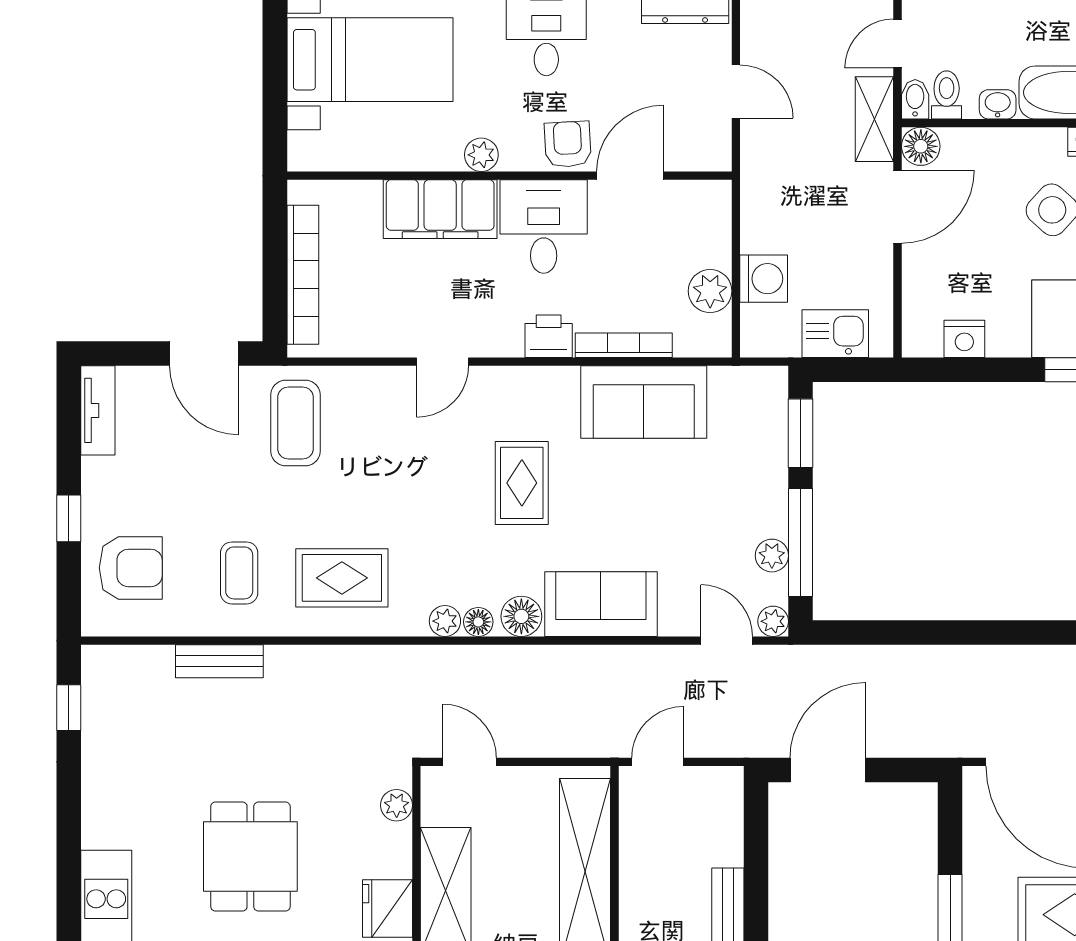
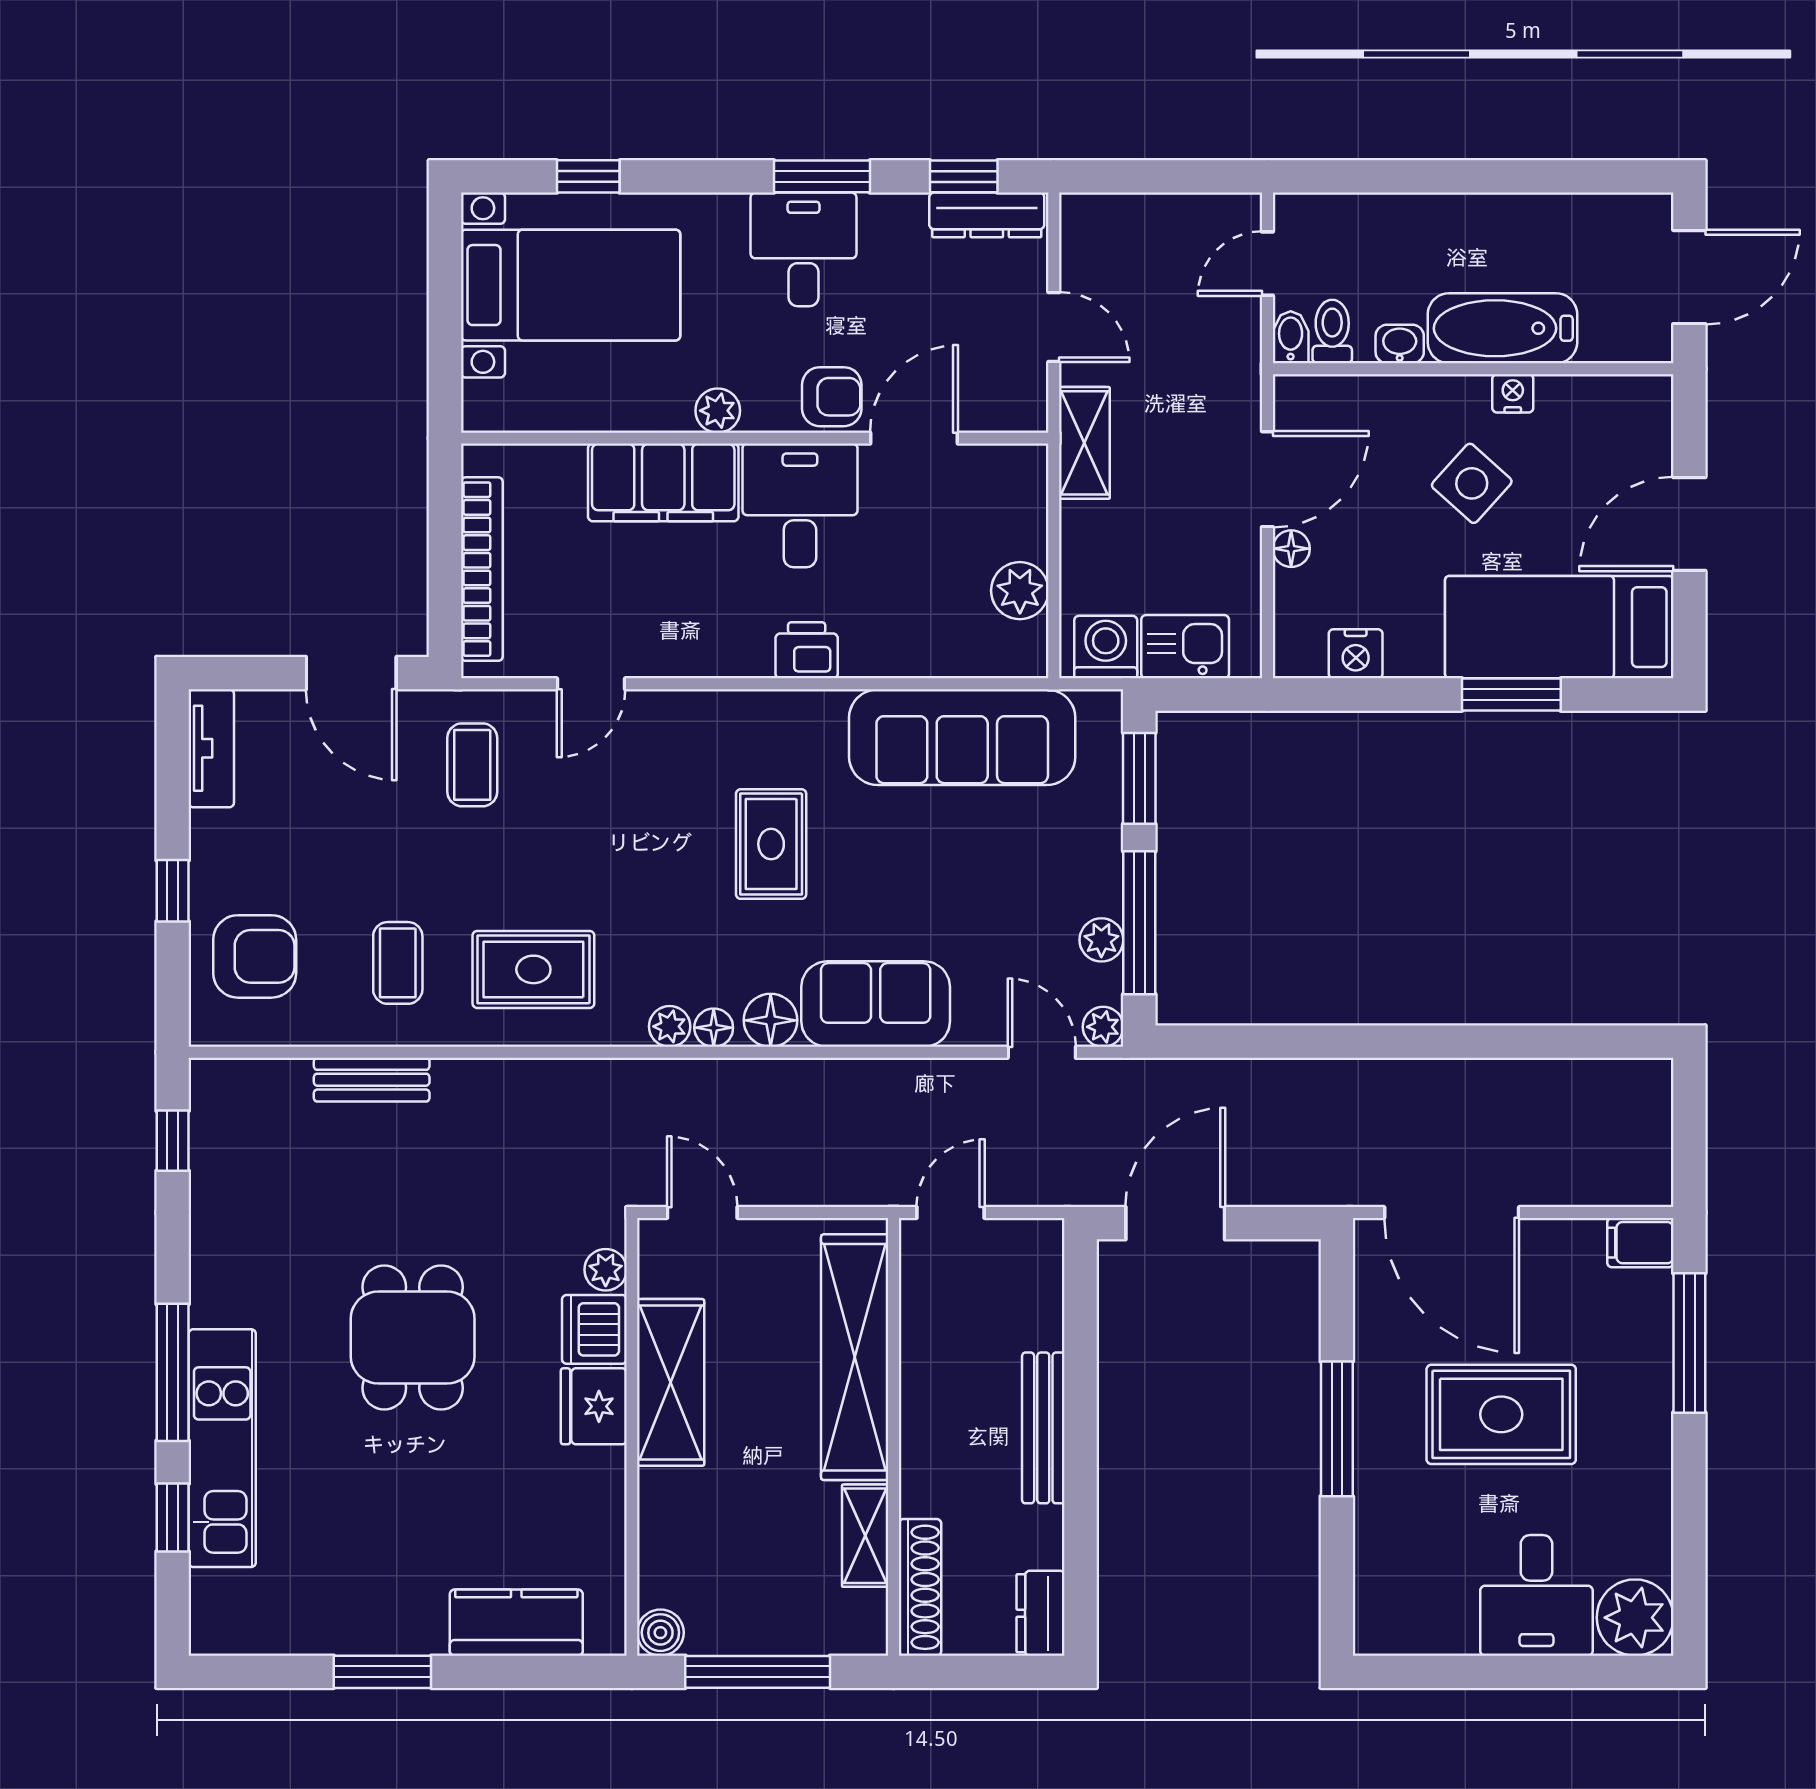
shelving: (874, 119) -> (1084, 443), moved
armchair: (568, 144) -> (832, 397), turned 93
floor lamp: (921, 146) -> (1291, 549), moved, width x0.73, depth x0.73
washing machine: (764, 279) -> (1106, 647), moved, turned -90
bookcase: (624, 345) -> (906, 662), removed
door: (443, 362) -> (591, 684), moved
sofa: (644, 402) -> (962, 737), width x1.36
coffee table: (296, 423) -> (472, 765), width x0.73, depth x0.77
dishwasher: (388, 850) -> (594, 1329), added
window: (69, 883) -> (173, 1372), added

